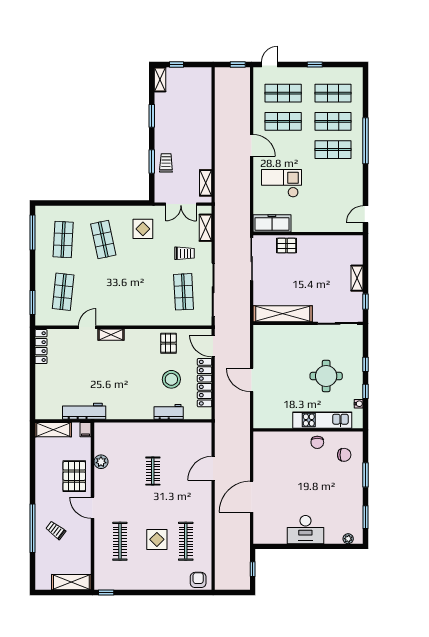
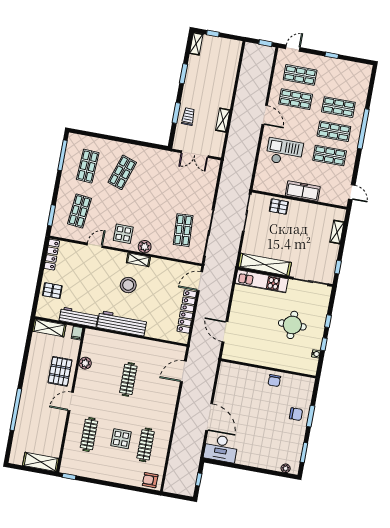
shop shelf: (333, 93) -> (330, 156), moved
shelving: (206, 183) -> (223, 120), moved
door: (366, 214) -> (352, 192), swing flipped
freezer: (272, 223) -> (303, 191), moved
shelving: (205, 228) -> (212, 178), removed
display table: (143, 229) -> (123, 234), moved
shop shelf: (103, 239) -> (122, 172), turned 30
trolley: (184, 253) -> (190, 197), removed
shelving: (357, 278) -> (337, 232), moved
plant: (144, 318) -> (145, 247), added
shelving: (111, 335) -> (138, 260), moved
pallet: (168, 343) -> (52, 291), moved, turned 90
door: (213, 346) -> (200, 281), hinge flipped
stool: (171, 379) -> (128, 285), moved
door: (252, 380) -> (225, 332), moved
workbench: (169, 412) -> (122, 323), moved, width x1.88, depth x1.32
kitchen unit: (322, 420) -> (262, 281), moved, turned 180
chair: (344, 455) -> (296, 414), moved
door: (213, 468) -> (183, 371), moved
clothes rail: (153, 471) -> (128, 379), width x1.36
door: (252, 497) -> (209, 417), swing flipped
door: (93, 508) -> (71, 401), hinge flipped
trolley: (56, 530) -> (36, 415), removed
desk: (305, 530) -> (221, 448), moved
armchair: (198, 580) -> (150, 480), turned -90

